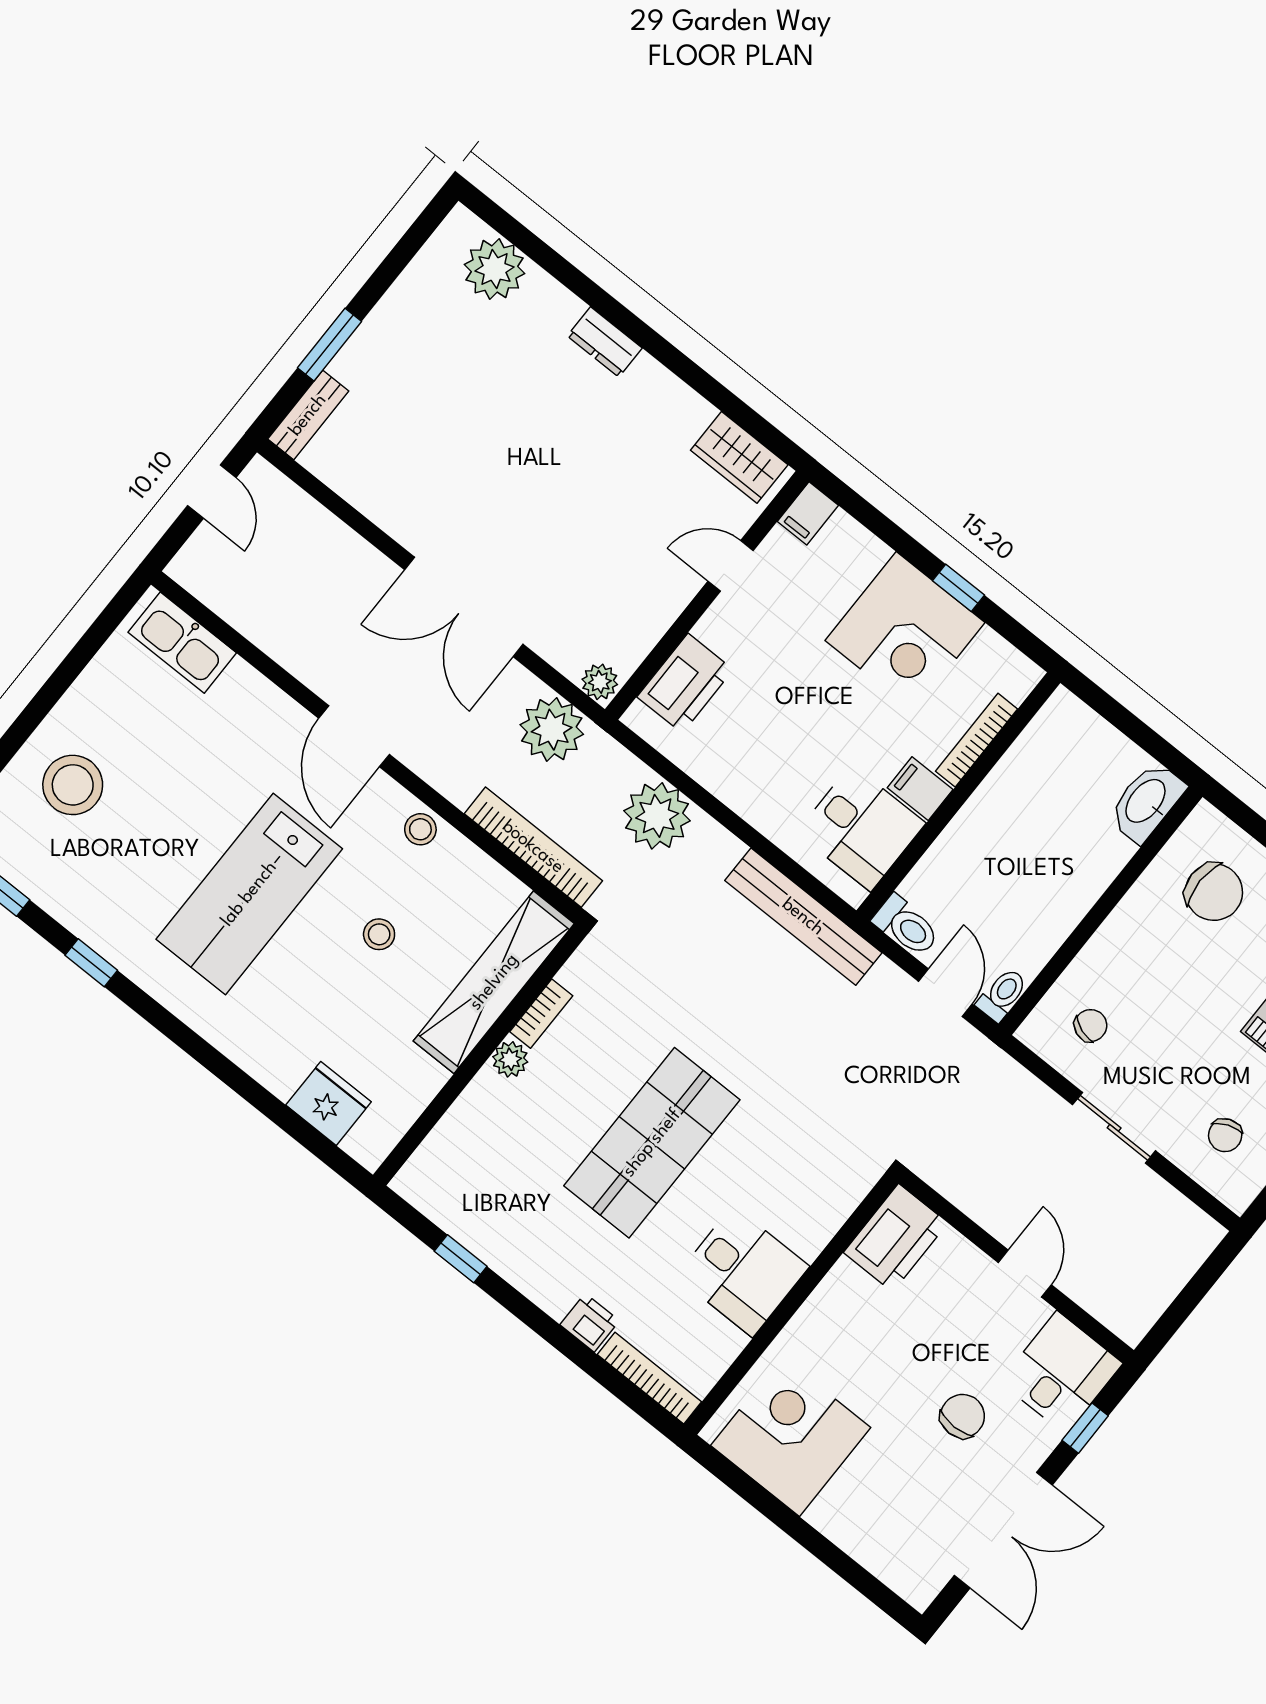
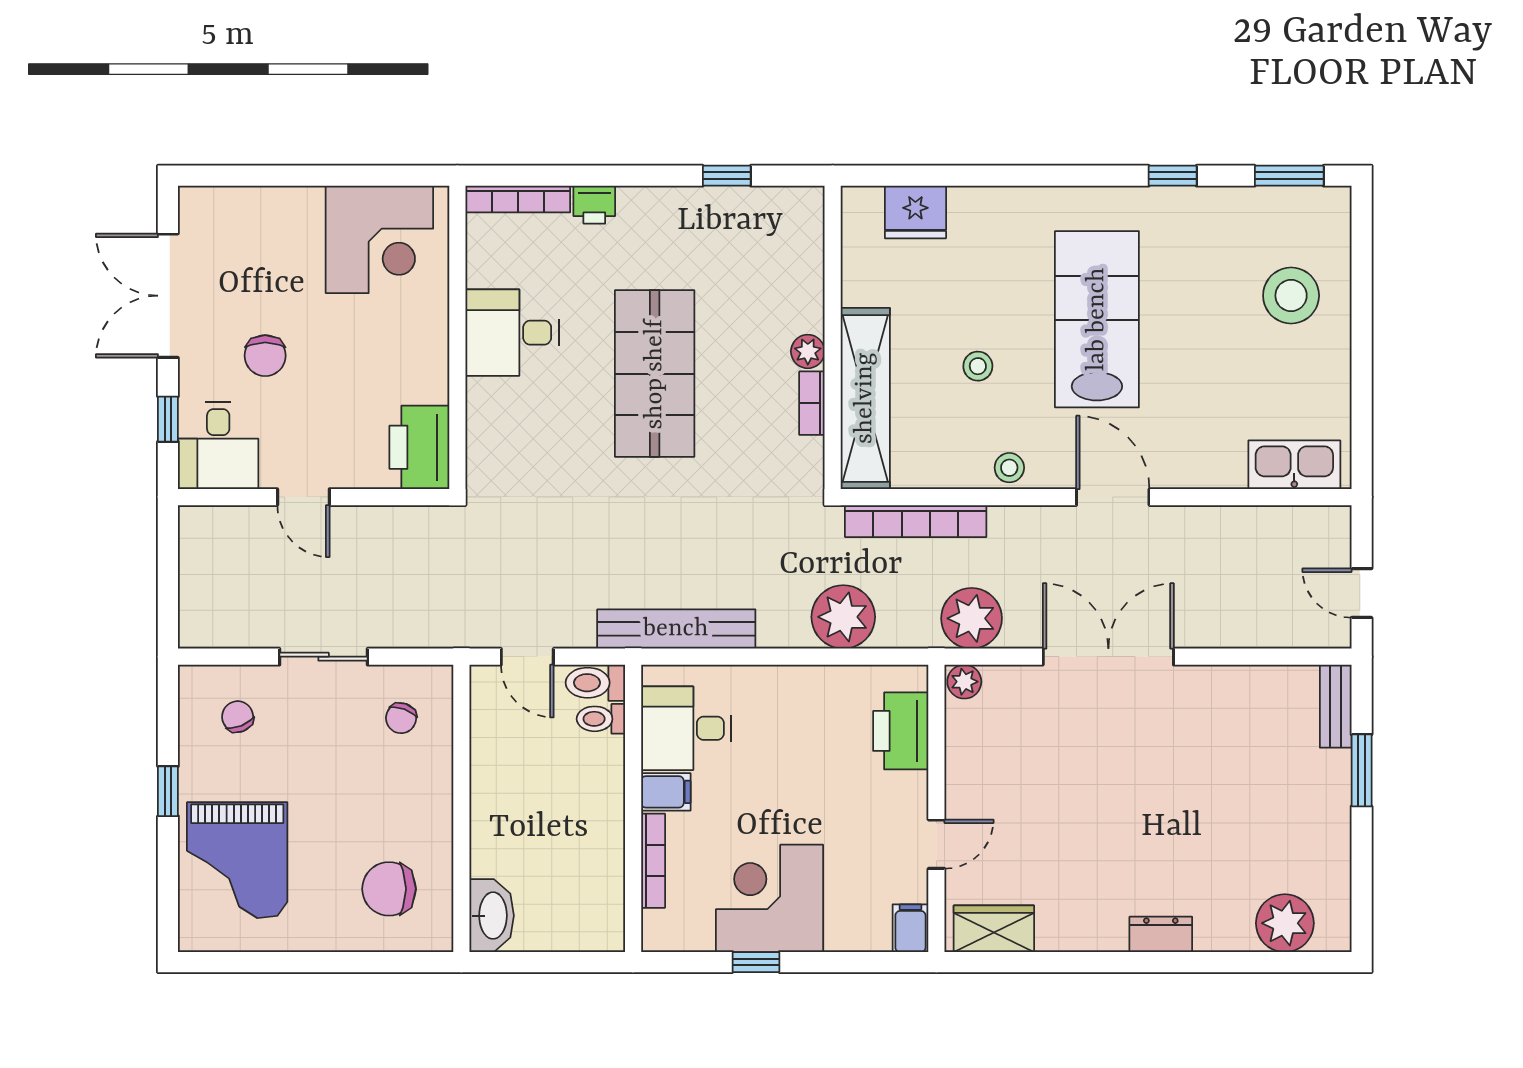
toilet: (1002, 995) -> (601, 719), moved, turned 90

